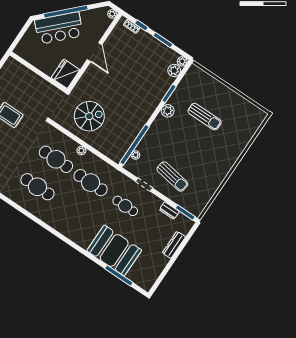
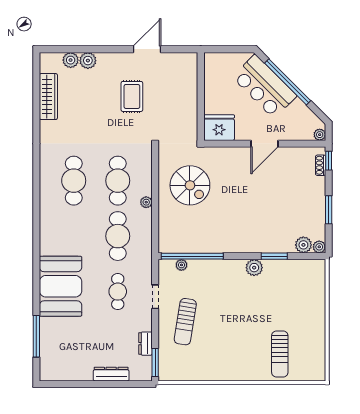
window: (141, 25) -> (329, 161), moved
sun lounger: (205, 117) -> (280, 354), moved
booth: (114, 250) -> (61, 286), moved

